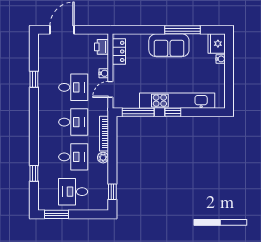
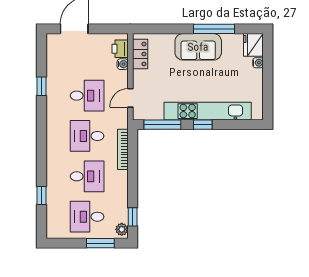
water cooler: (104, 73) -> (123, 64), moved
desk: (73, 122) -> (87, 136), turned 180
plant: (103, 158) -> (122, 229), moved
window: (56, 214) -> (100, 243), moved

